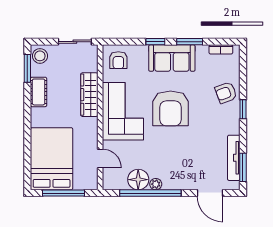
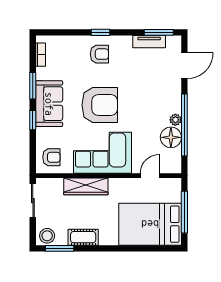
armchair: (226, 93) -> (99, 54), moved, turned -70
tv unit: (234, 158) -> (149, 42), width x0.71

